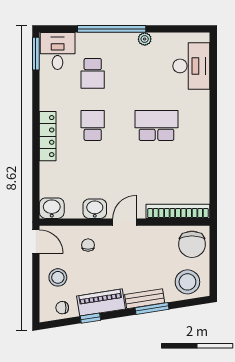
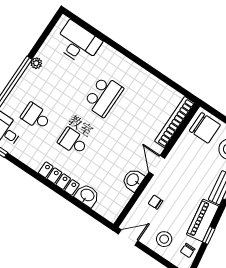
school desk: (93, 73) -> (36, 117), turned 180
school desk: (156, 125) -> (103, 96), turned 180
washbasin: (52, 208) -> (87, 195), moved, turned 90

